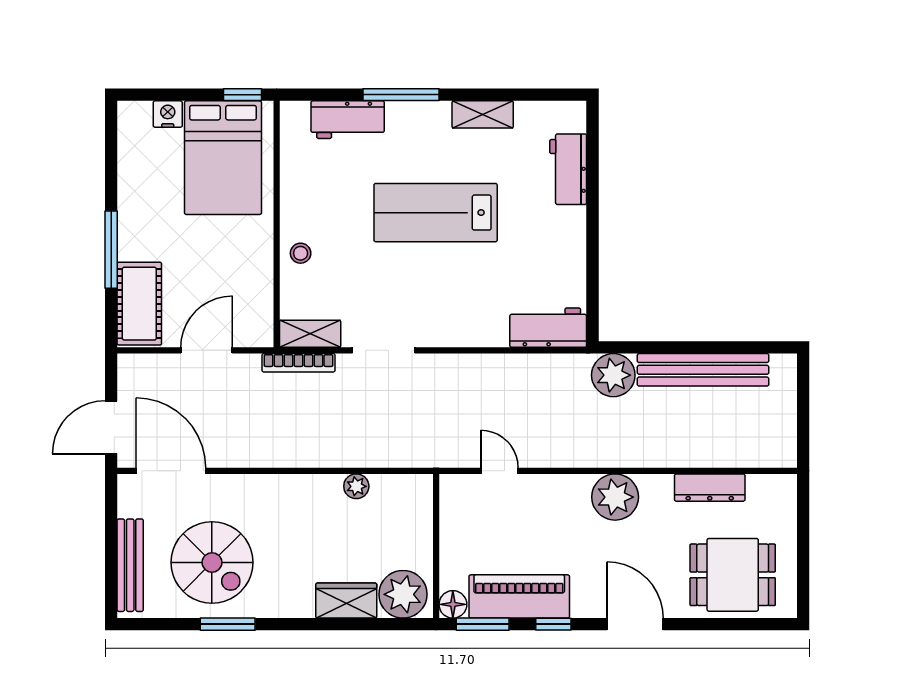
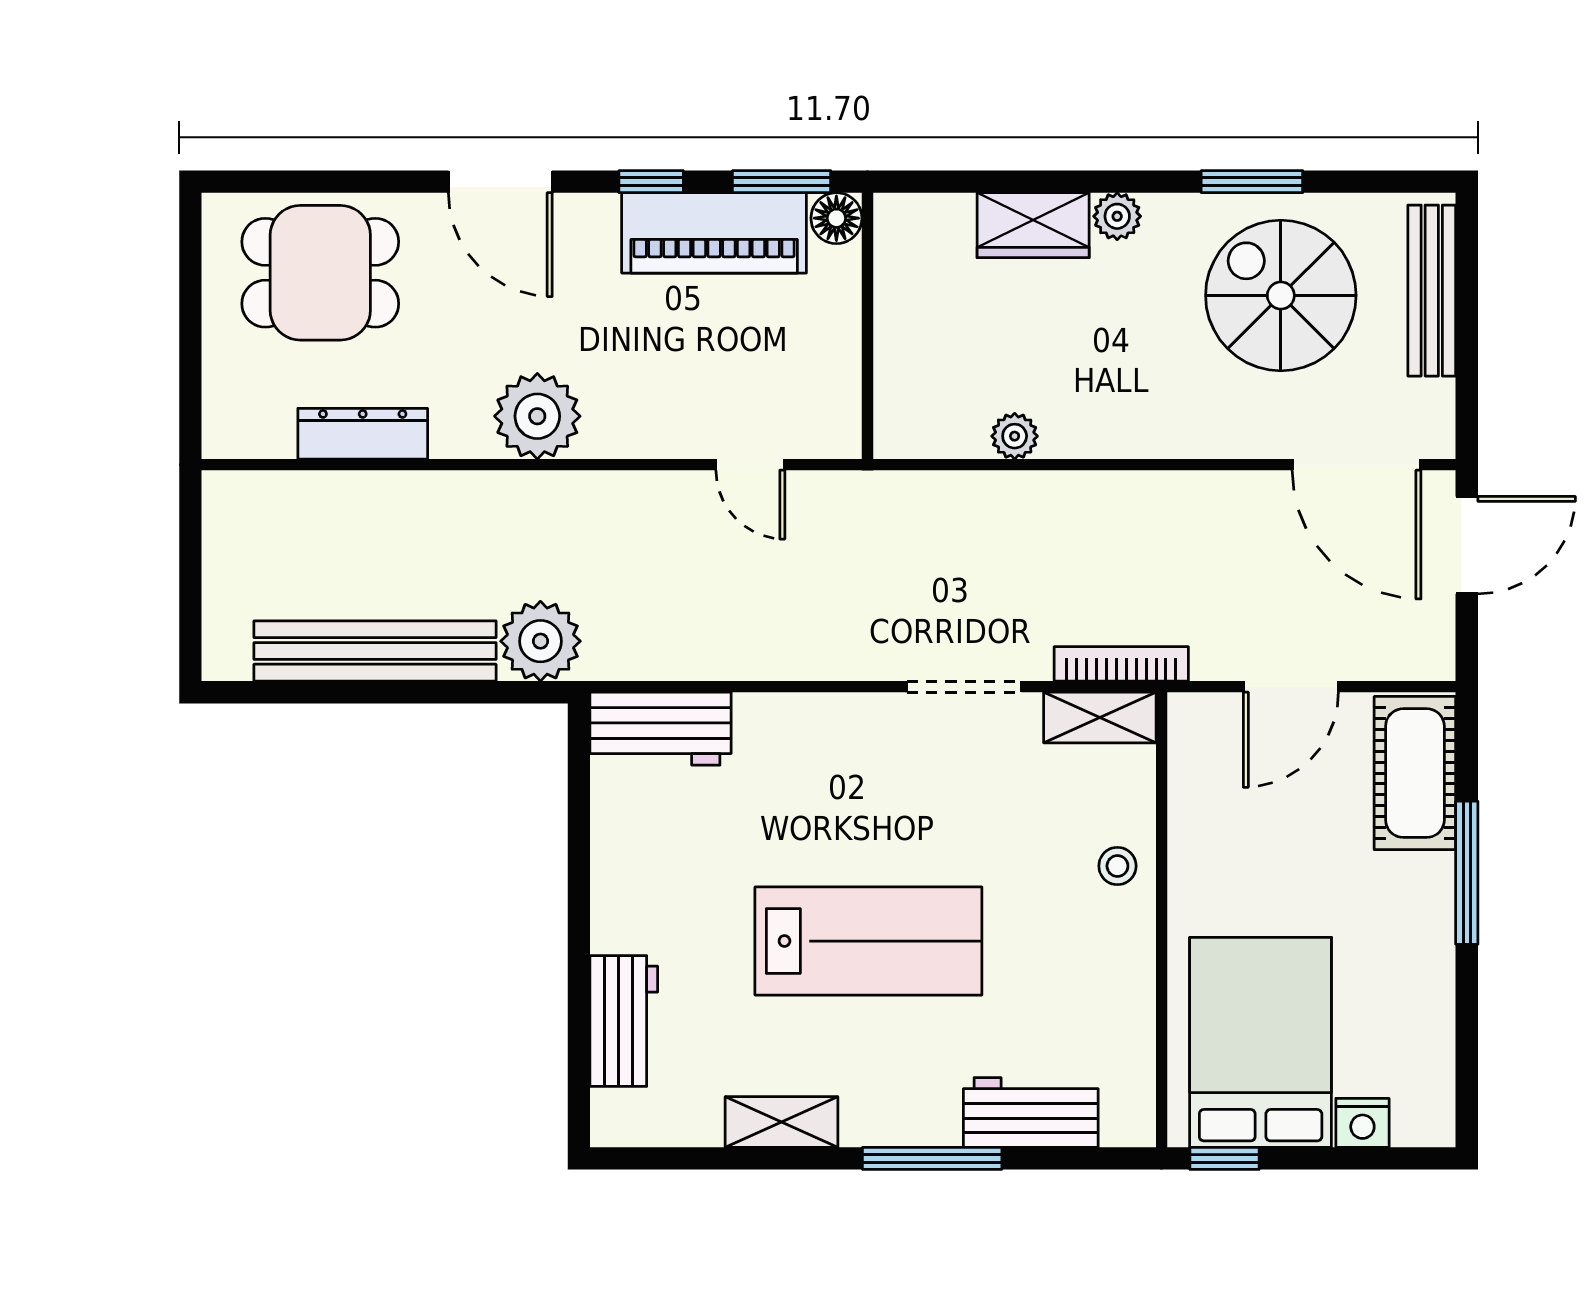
plant: (403, 594) -> (1117, 216), moved, width x0.53, depth x0.53

